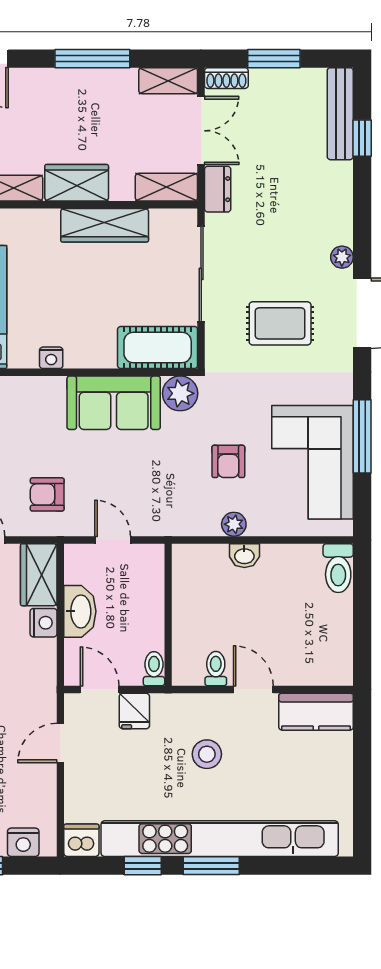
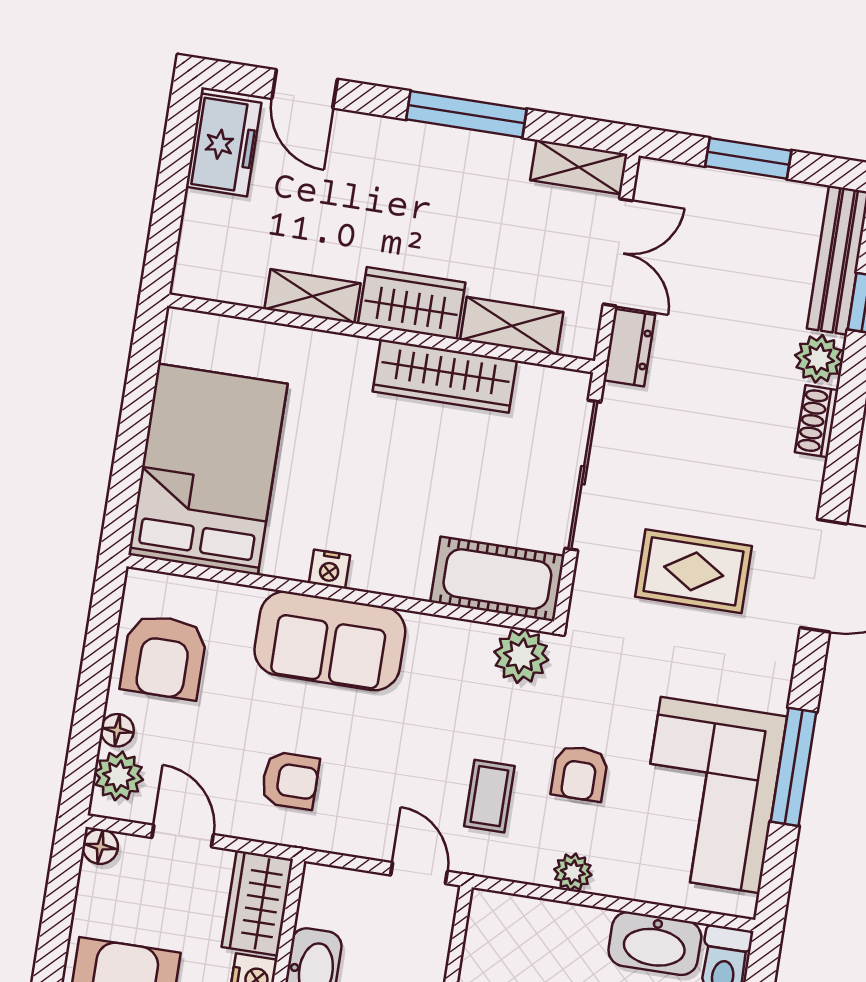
shoe rack: (226, 78) -> (817, 421), moved, turned 90
shelving: (166, 187) -> (512, 326), moved
plant: (342, 257) -> (819, 359), moved, width x1.38, depth x1.38
sofa: (114, 403) -> (330, 641), moved
coffee table: (174, 485) -> (489, 796), added
armchair: (47, 494) -> (290, 780), turned 180
door: (113, 540) -> (419, 873), moved
washbasin: (244, 556) -> (655, 943), moved, width x1.91, depth x1.45

